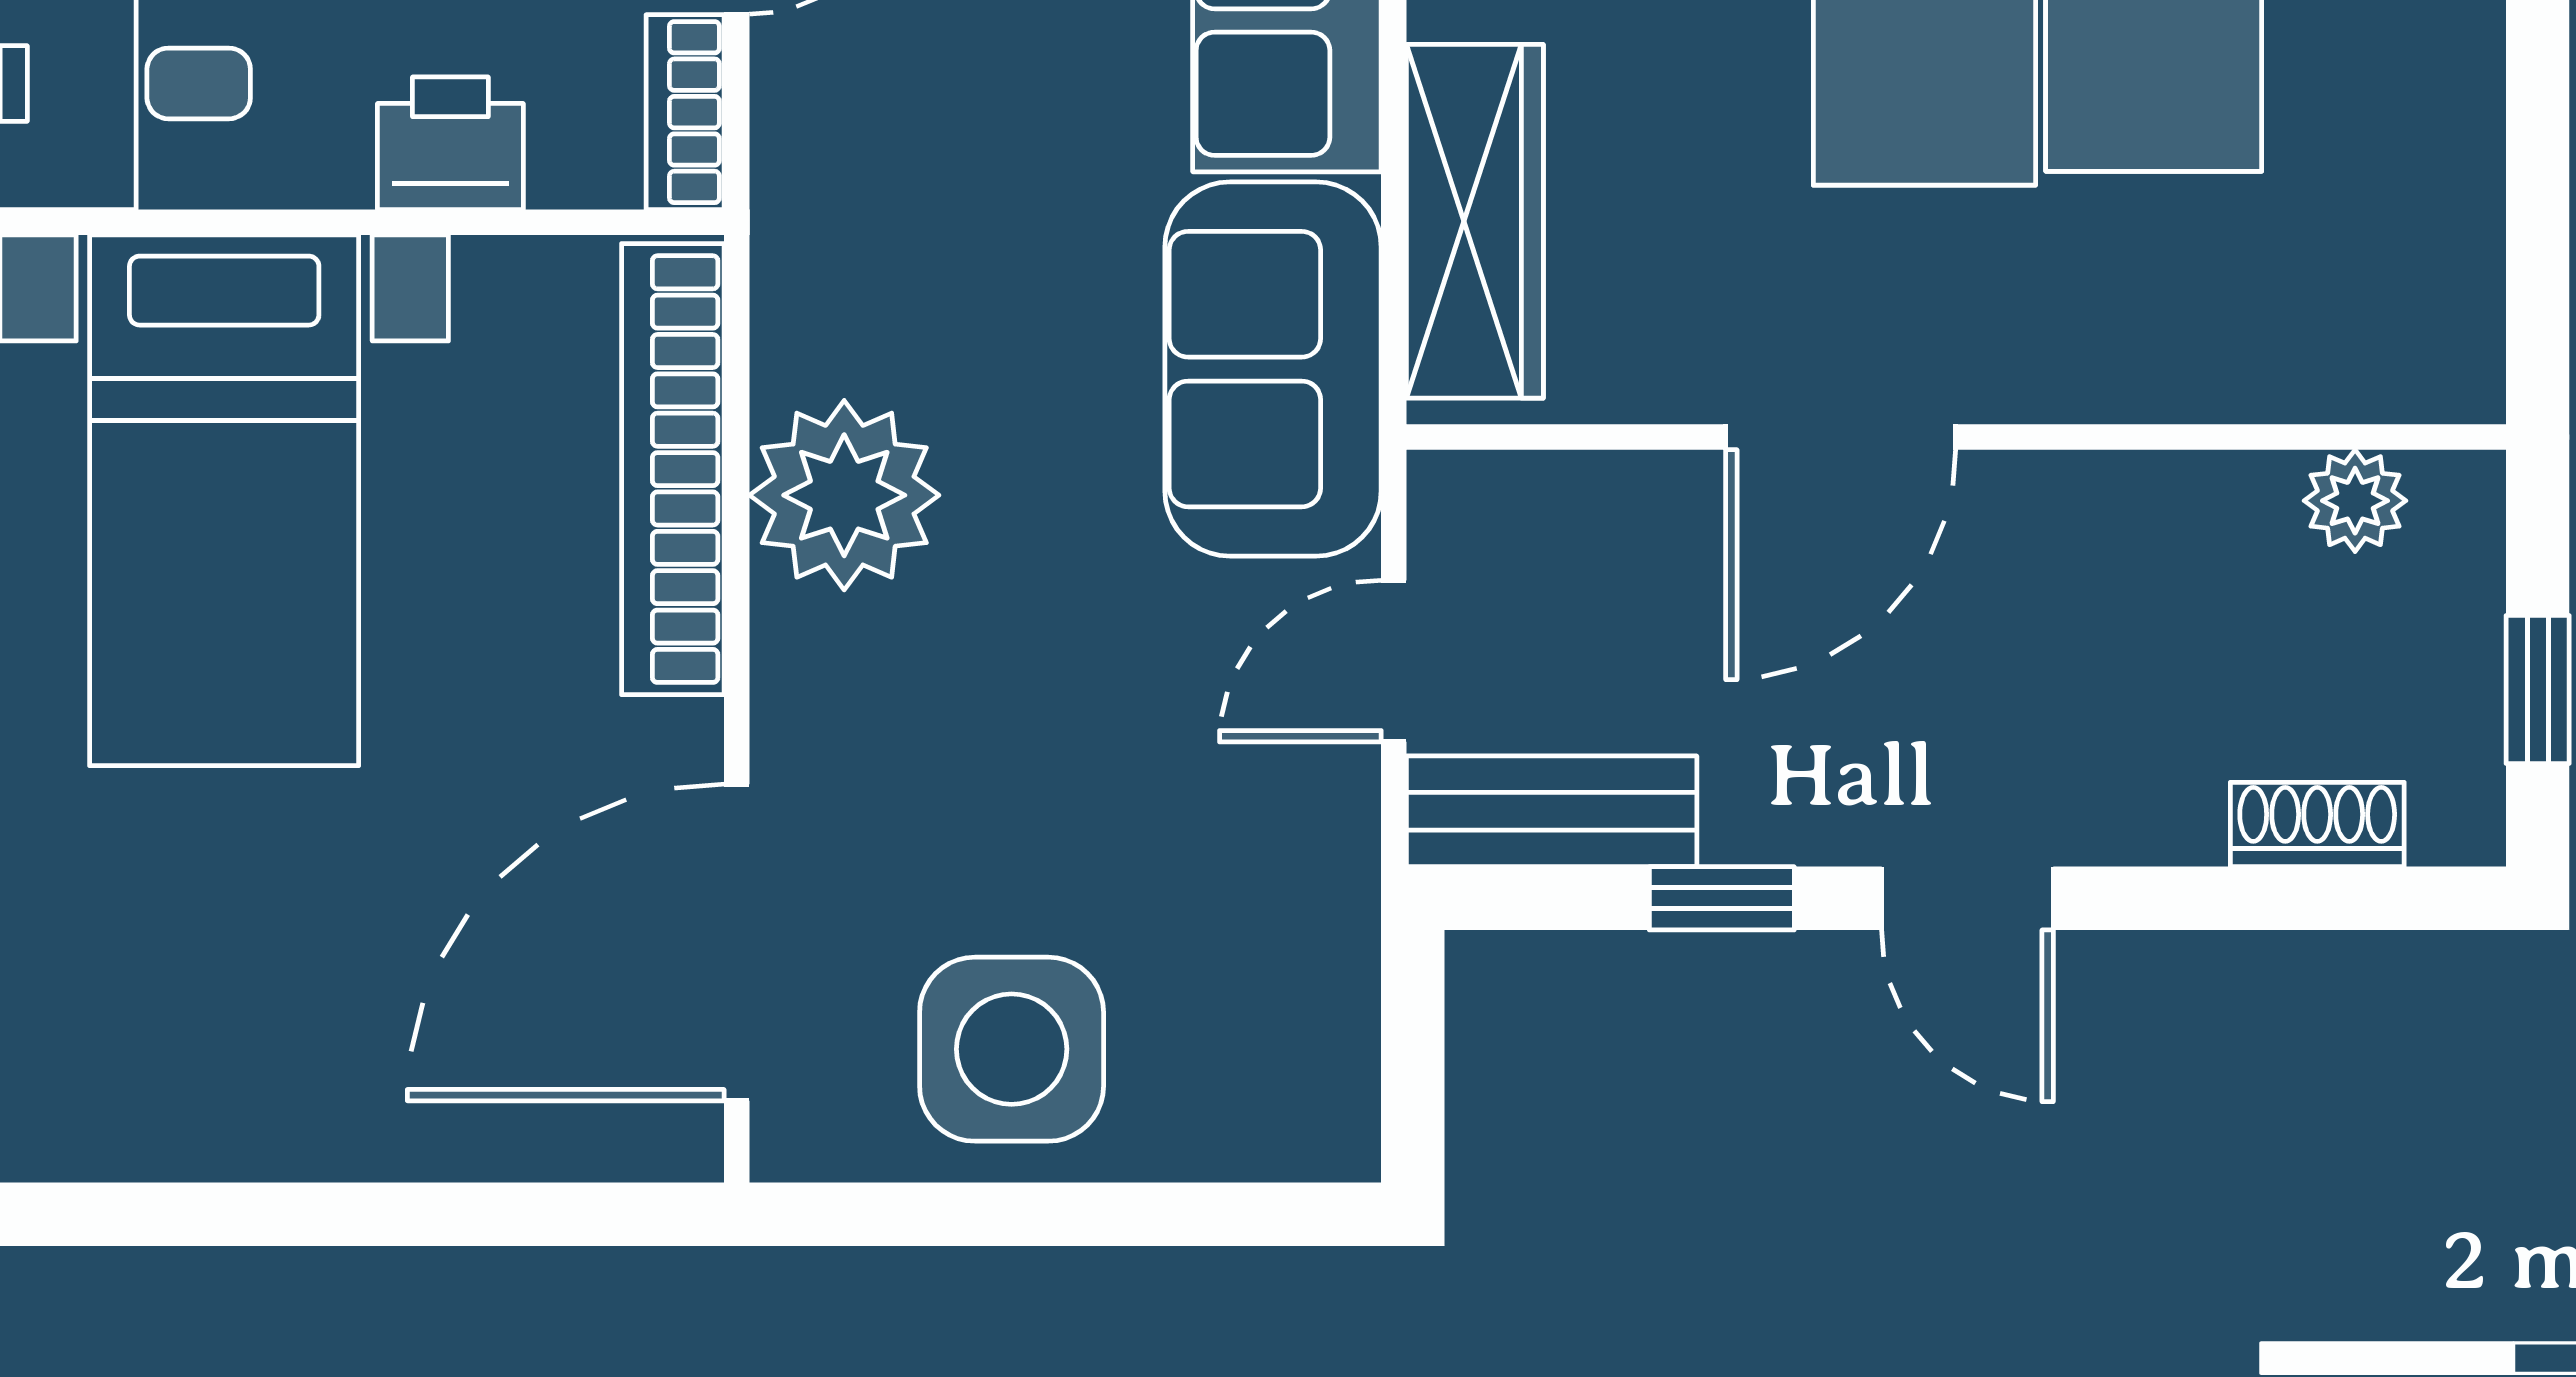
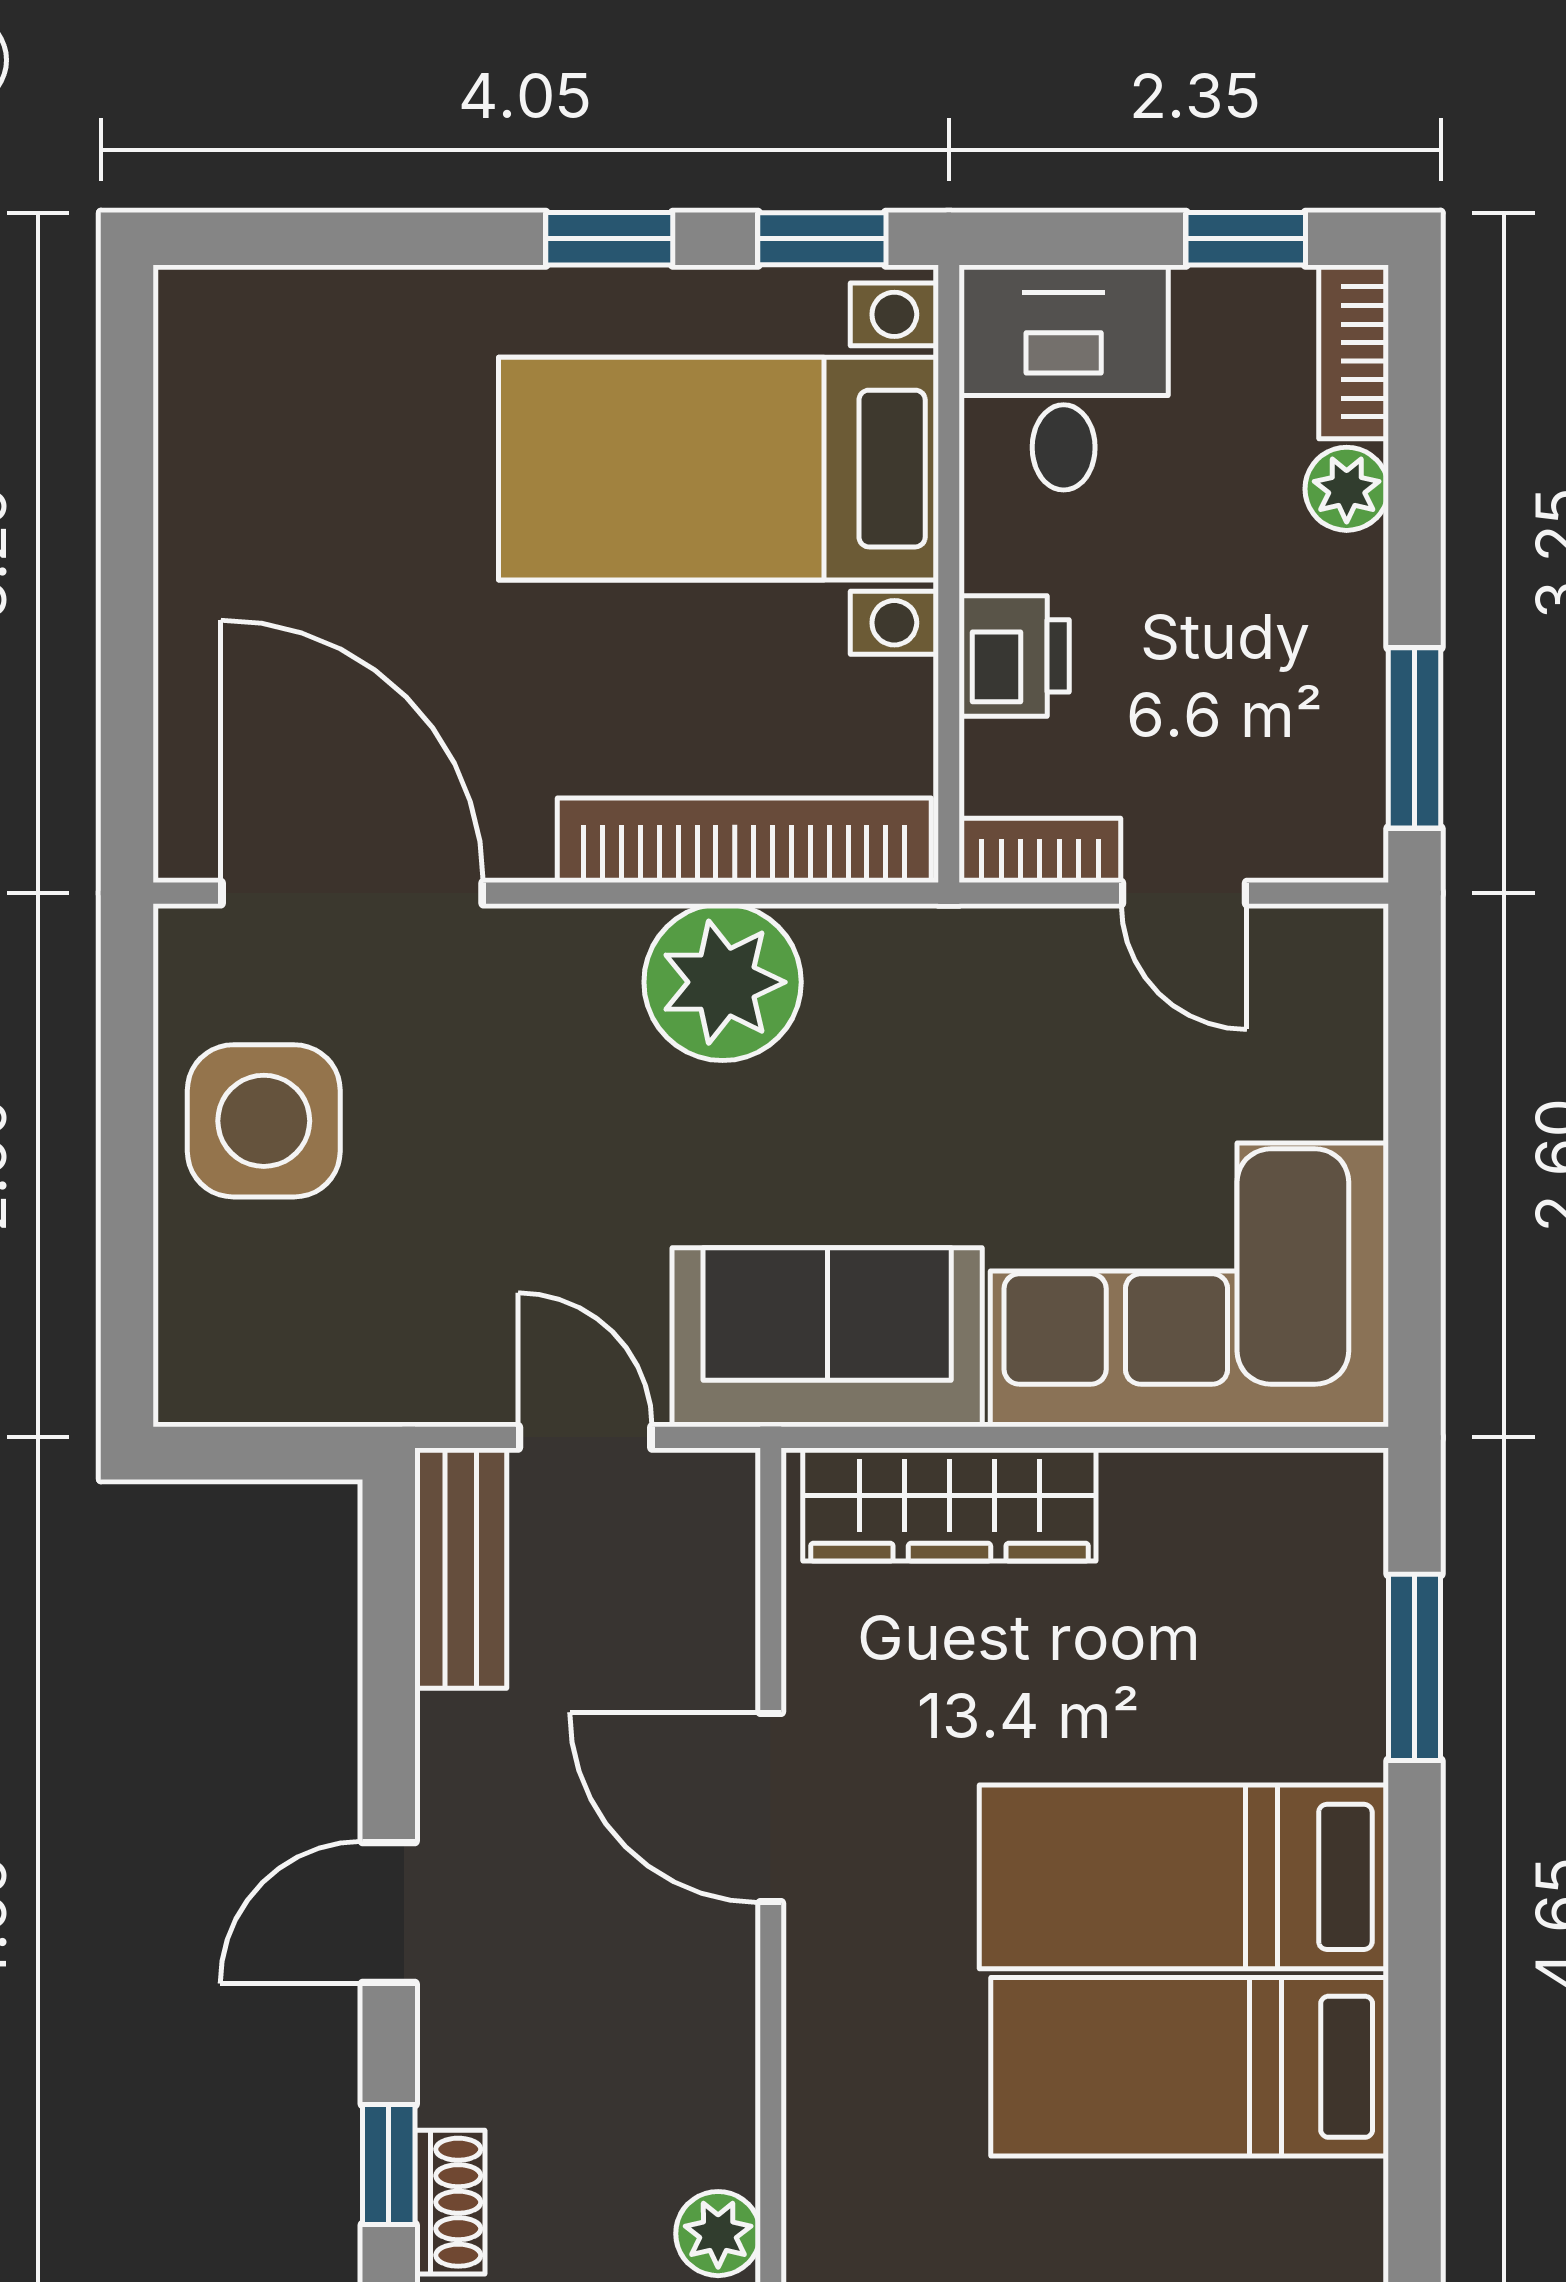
window: (1722, 898) -> (389, 2165), moved

